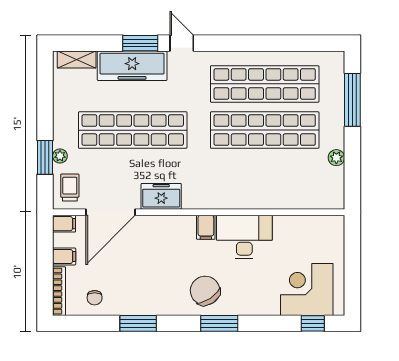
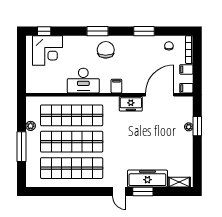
window: (352, 100) -> (22, 147), moved
shop shelf: (133, 130) -> (72, 115), moved
trolley: (70, 188) -> (183, 109), removed
filing cabinet: (206, 227) -> (116, 86), moved
chair: (205, 291) -> (106, 50), turned -146

